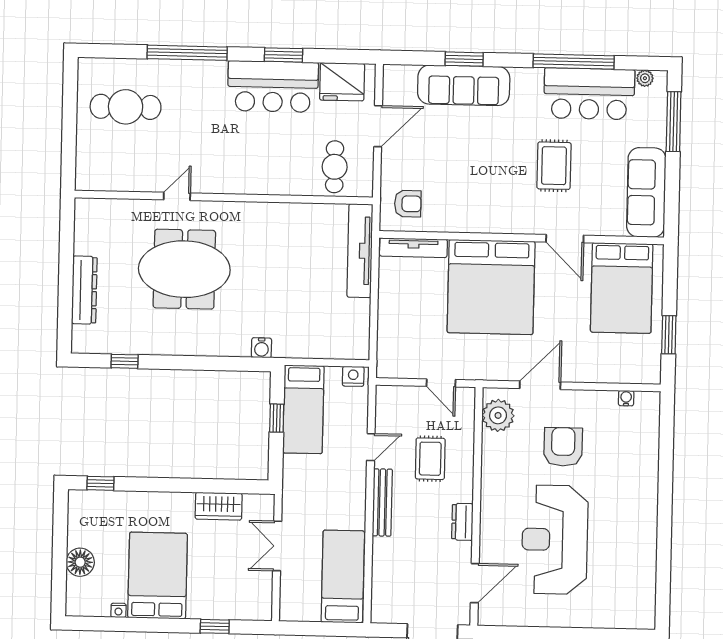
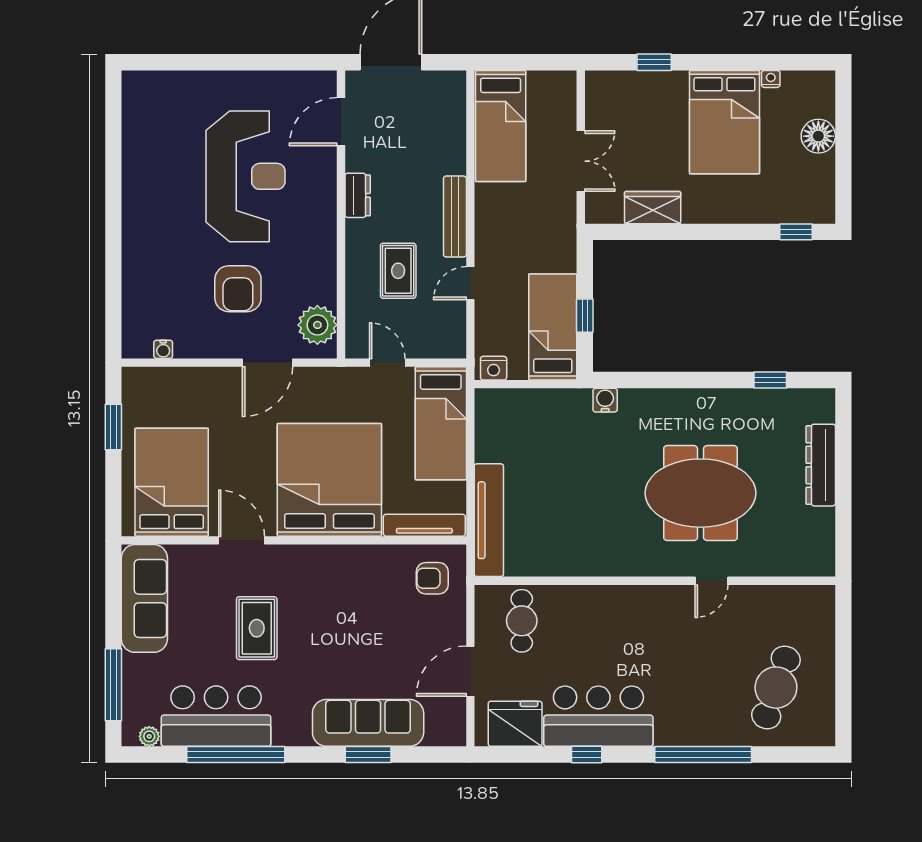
window: (283, 55) -> (587, 755), width x0.67
cafe table: (126, 107) -> (776, 688), turned -71
bed: (398, 332) -> (441, 423), added

